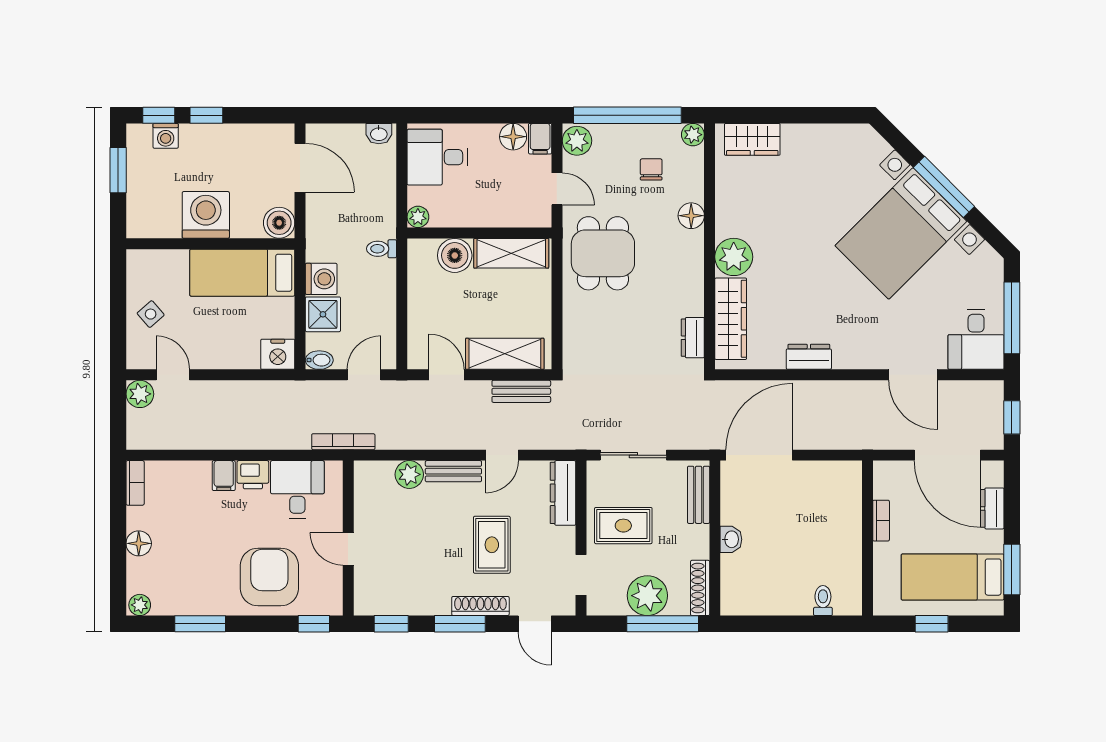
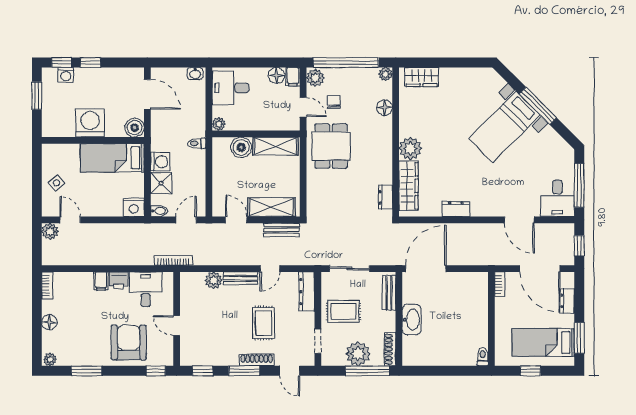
chair: (651, 169) -> (334, 102), moved
floor lamp: (691, 216) -> (385, 108), moved
bed with nightstands: (901, 233) -> (505, 127), width x0.73
bookcase: (881, 521) -> (500, 284), moved
washbasin: (731, 539) -> (412, 320), width x1.91, depth x1.45
toilet: (823, 601) -> (483, 357), moved

